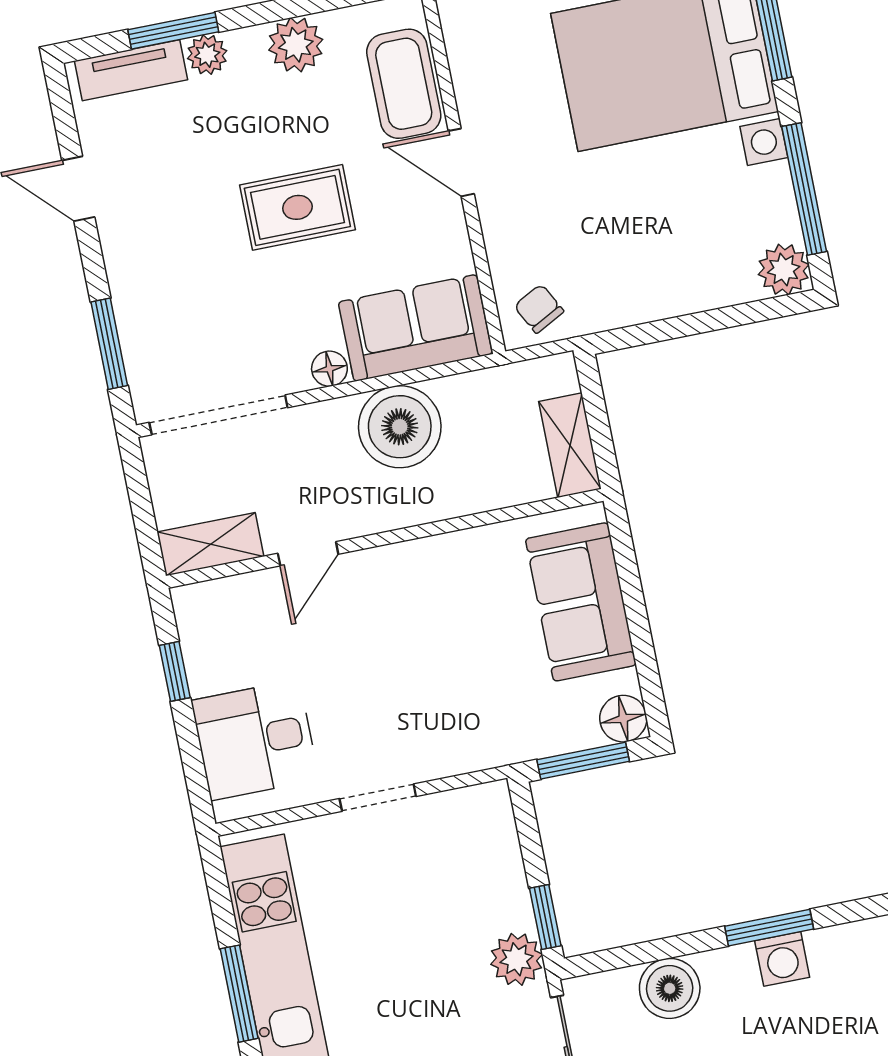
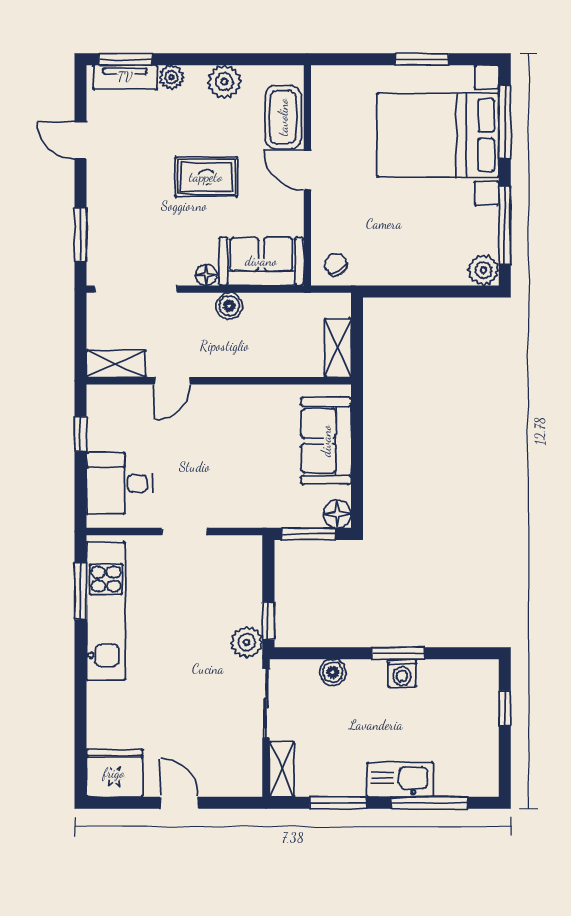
window: (173, 31) -> (125, 59), moved
boiler: (400, 427) -> (229, 306), width x0.54, depth x0.54
boiler: (670, 988) -> (333, 672), width x0.73, depth x0.73
window: (239, 994) -> (80, 591), moved

